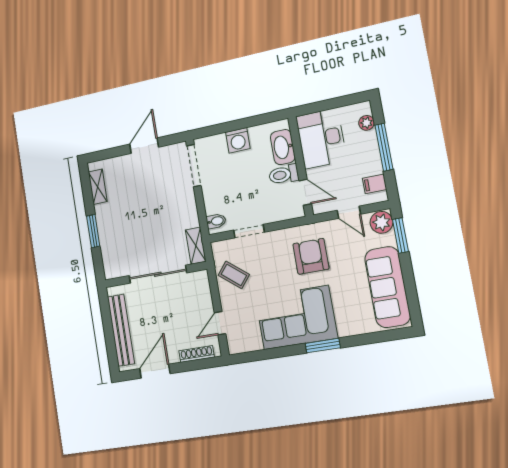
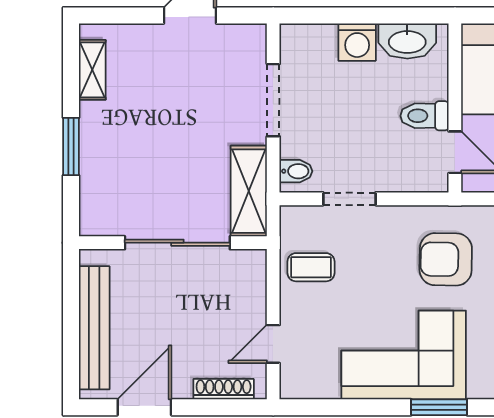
washbasin: (283, 147) -> (407, 41), moved, turned -90
doorway: (194, 166) -> (273, 100), moved
shelving: (196, 246) -> (249, 191), width x1.50, depth x1.33
armchair: (311, 256) -> (446, 259), turned -89
coffee table: (234, 275) -> (311, 267), turned -39

